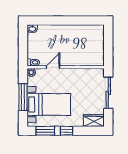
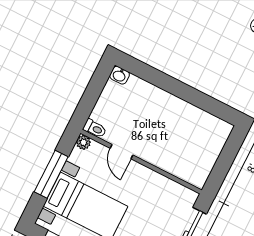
door: (53, 67) -> (121, 152), swing flipped

